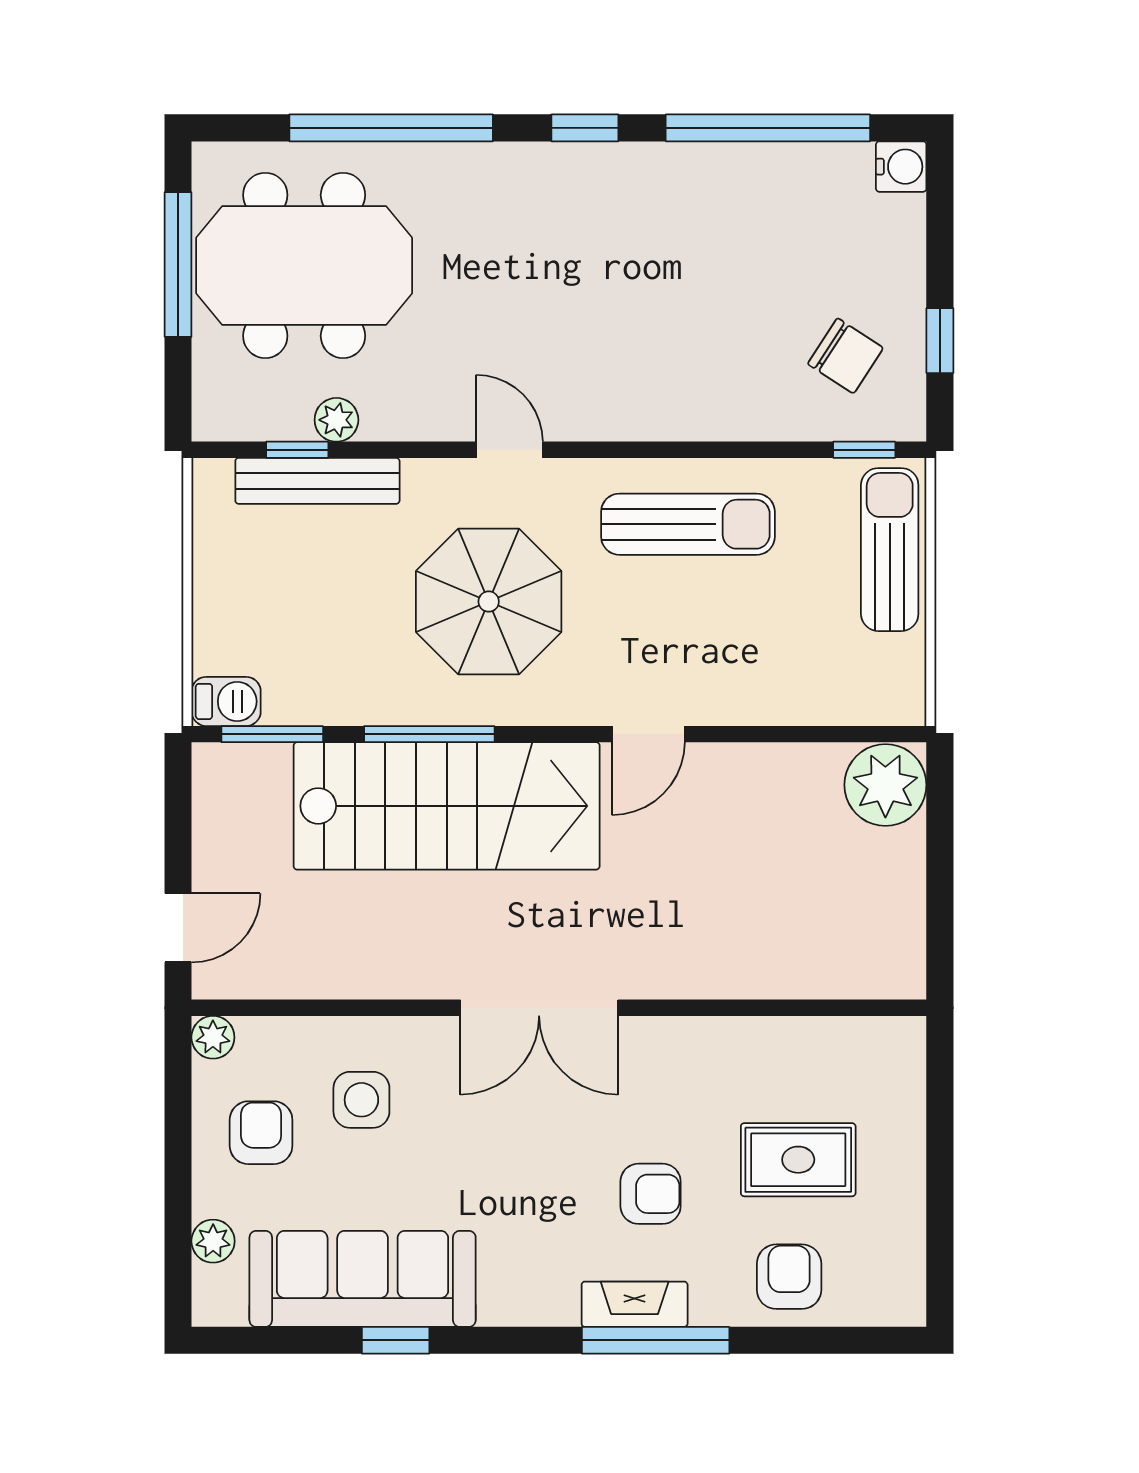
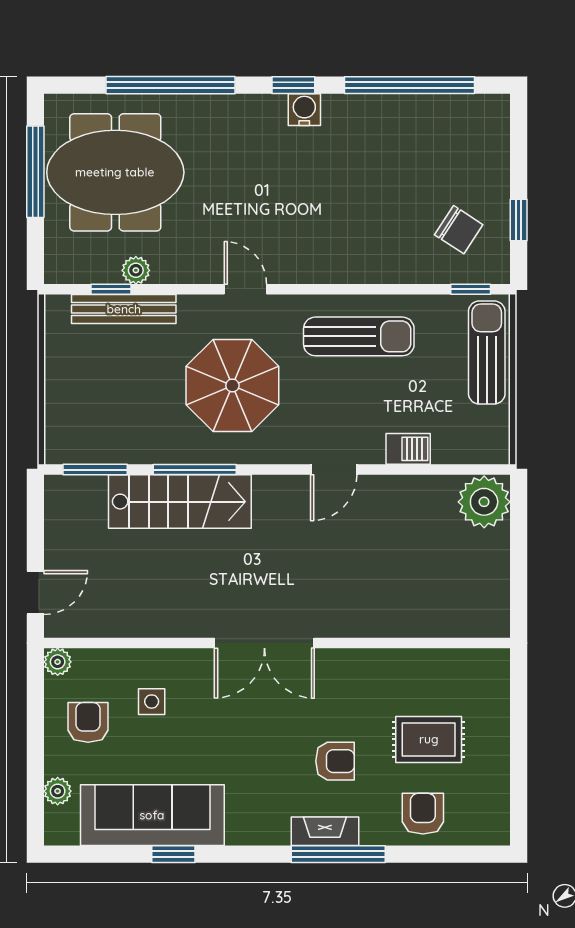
water cooler: (901, 167) -> (304, 110), moved, turned -90
barbecue: (226, 701) -> (408, 449), moved
stairs: (447, 806) -> (180, 502), width x0.73, depth x0.66
side table: (361, 1100) -> (152, 702), width x0.73, depth x0.73

